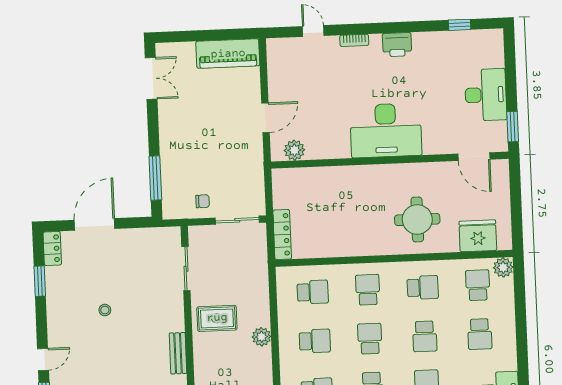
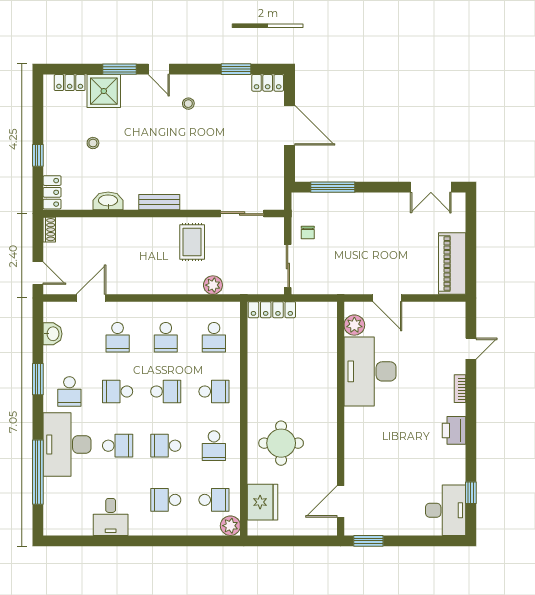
desk: (486, 95) -> (446, 510), moved, turned -90
desk: (386, 130) -> (370, 371), moved
stool: (105, 310) -> (188, 104), moved
plant: (262, 337) -> (213, 285), moved

